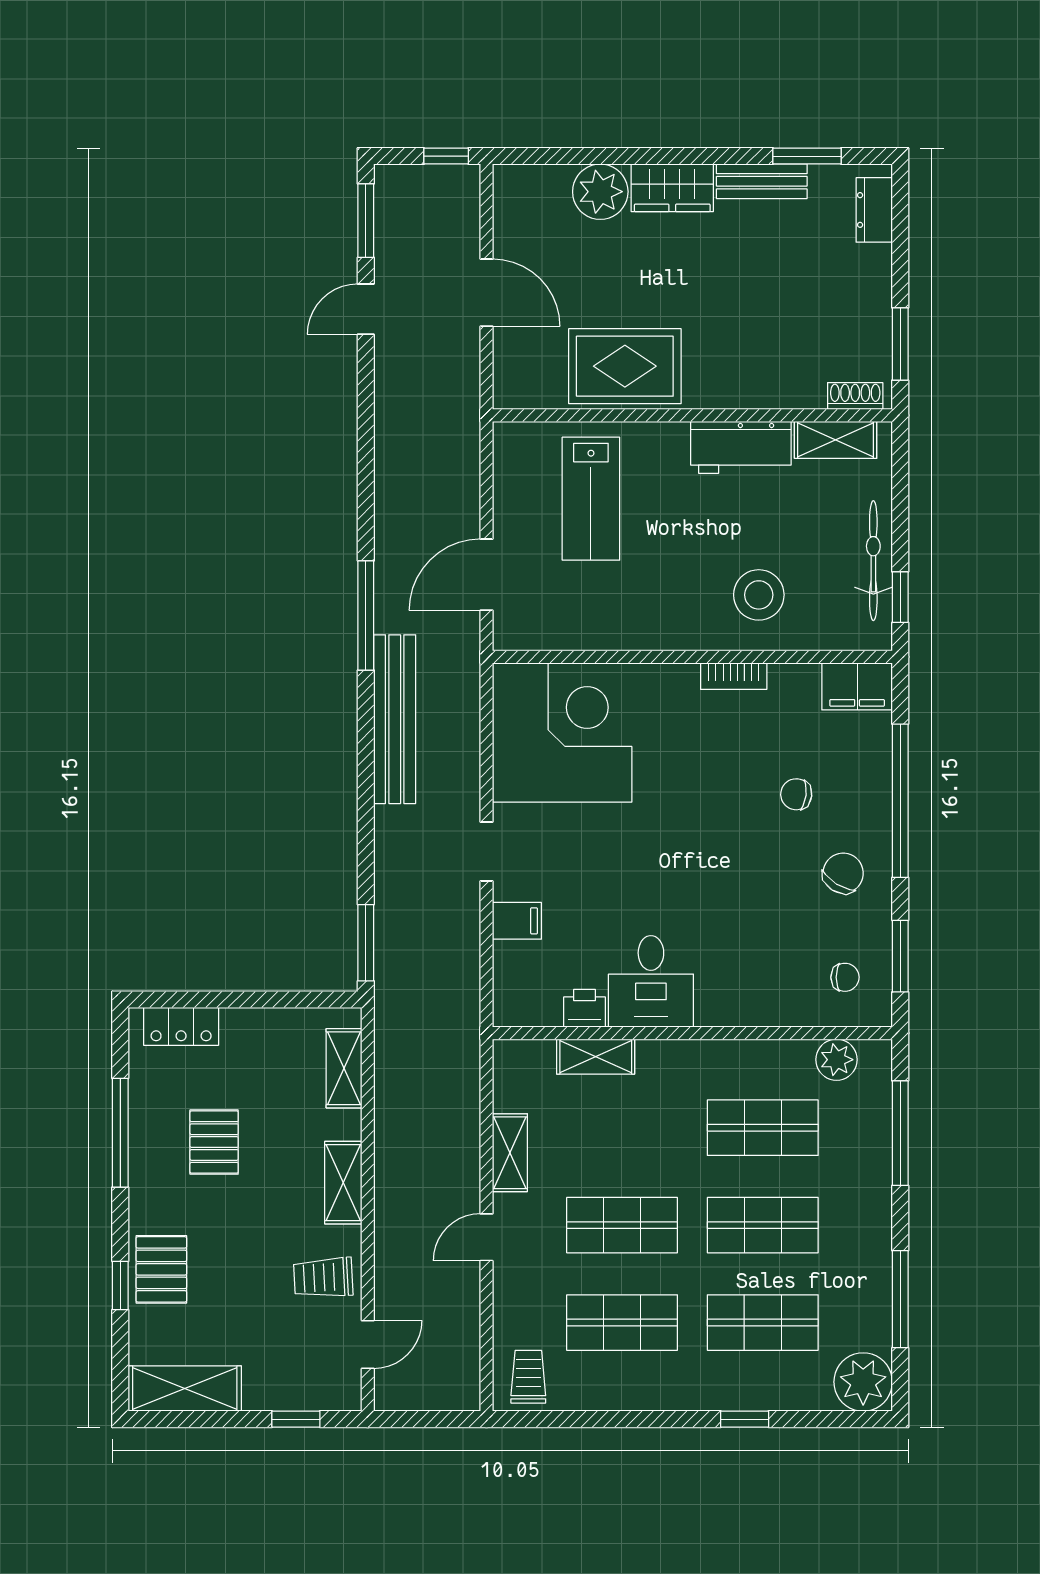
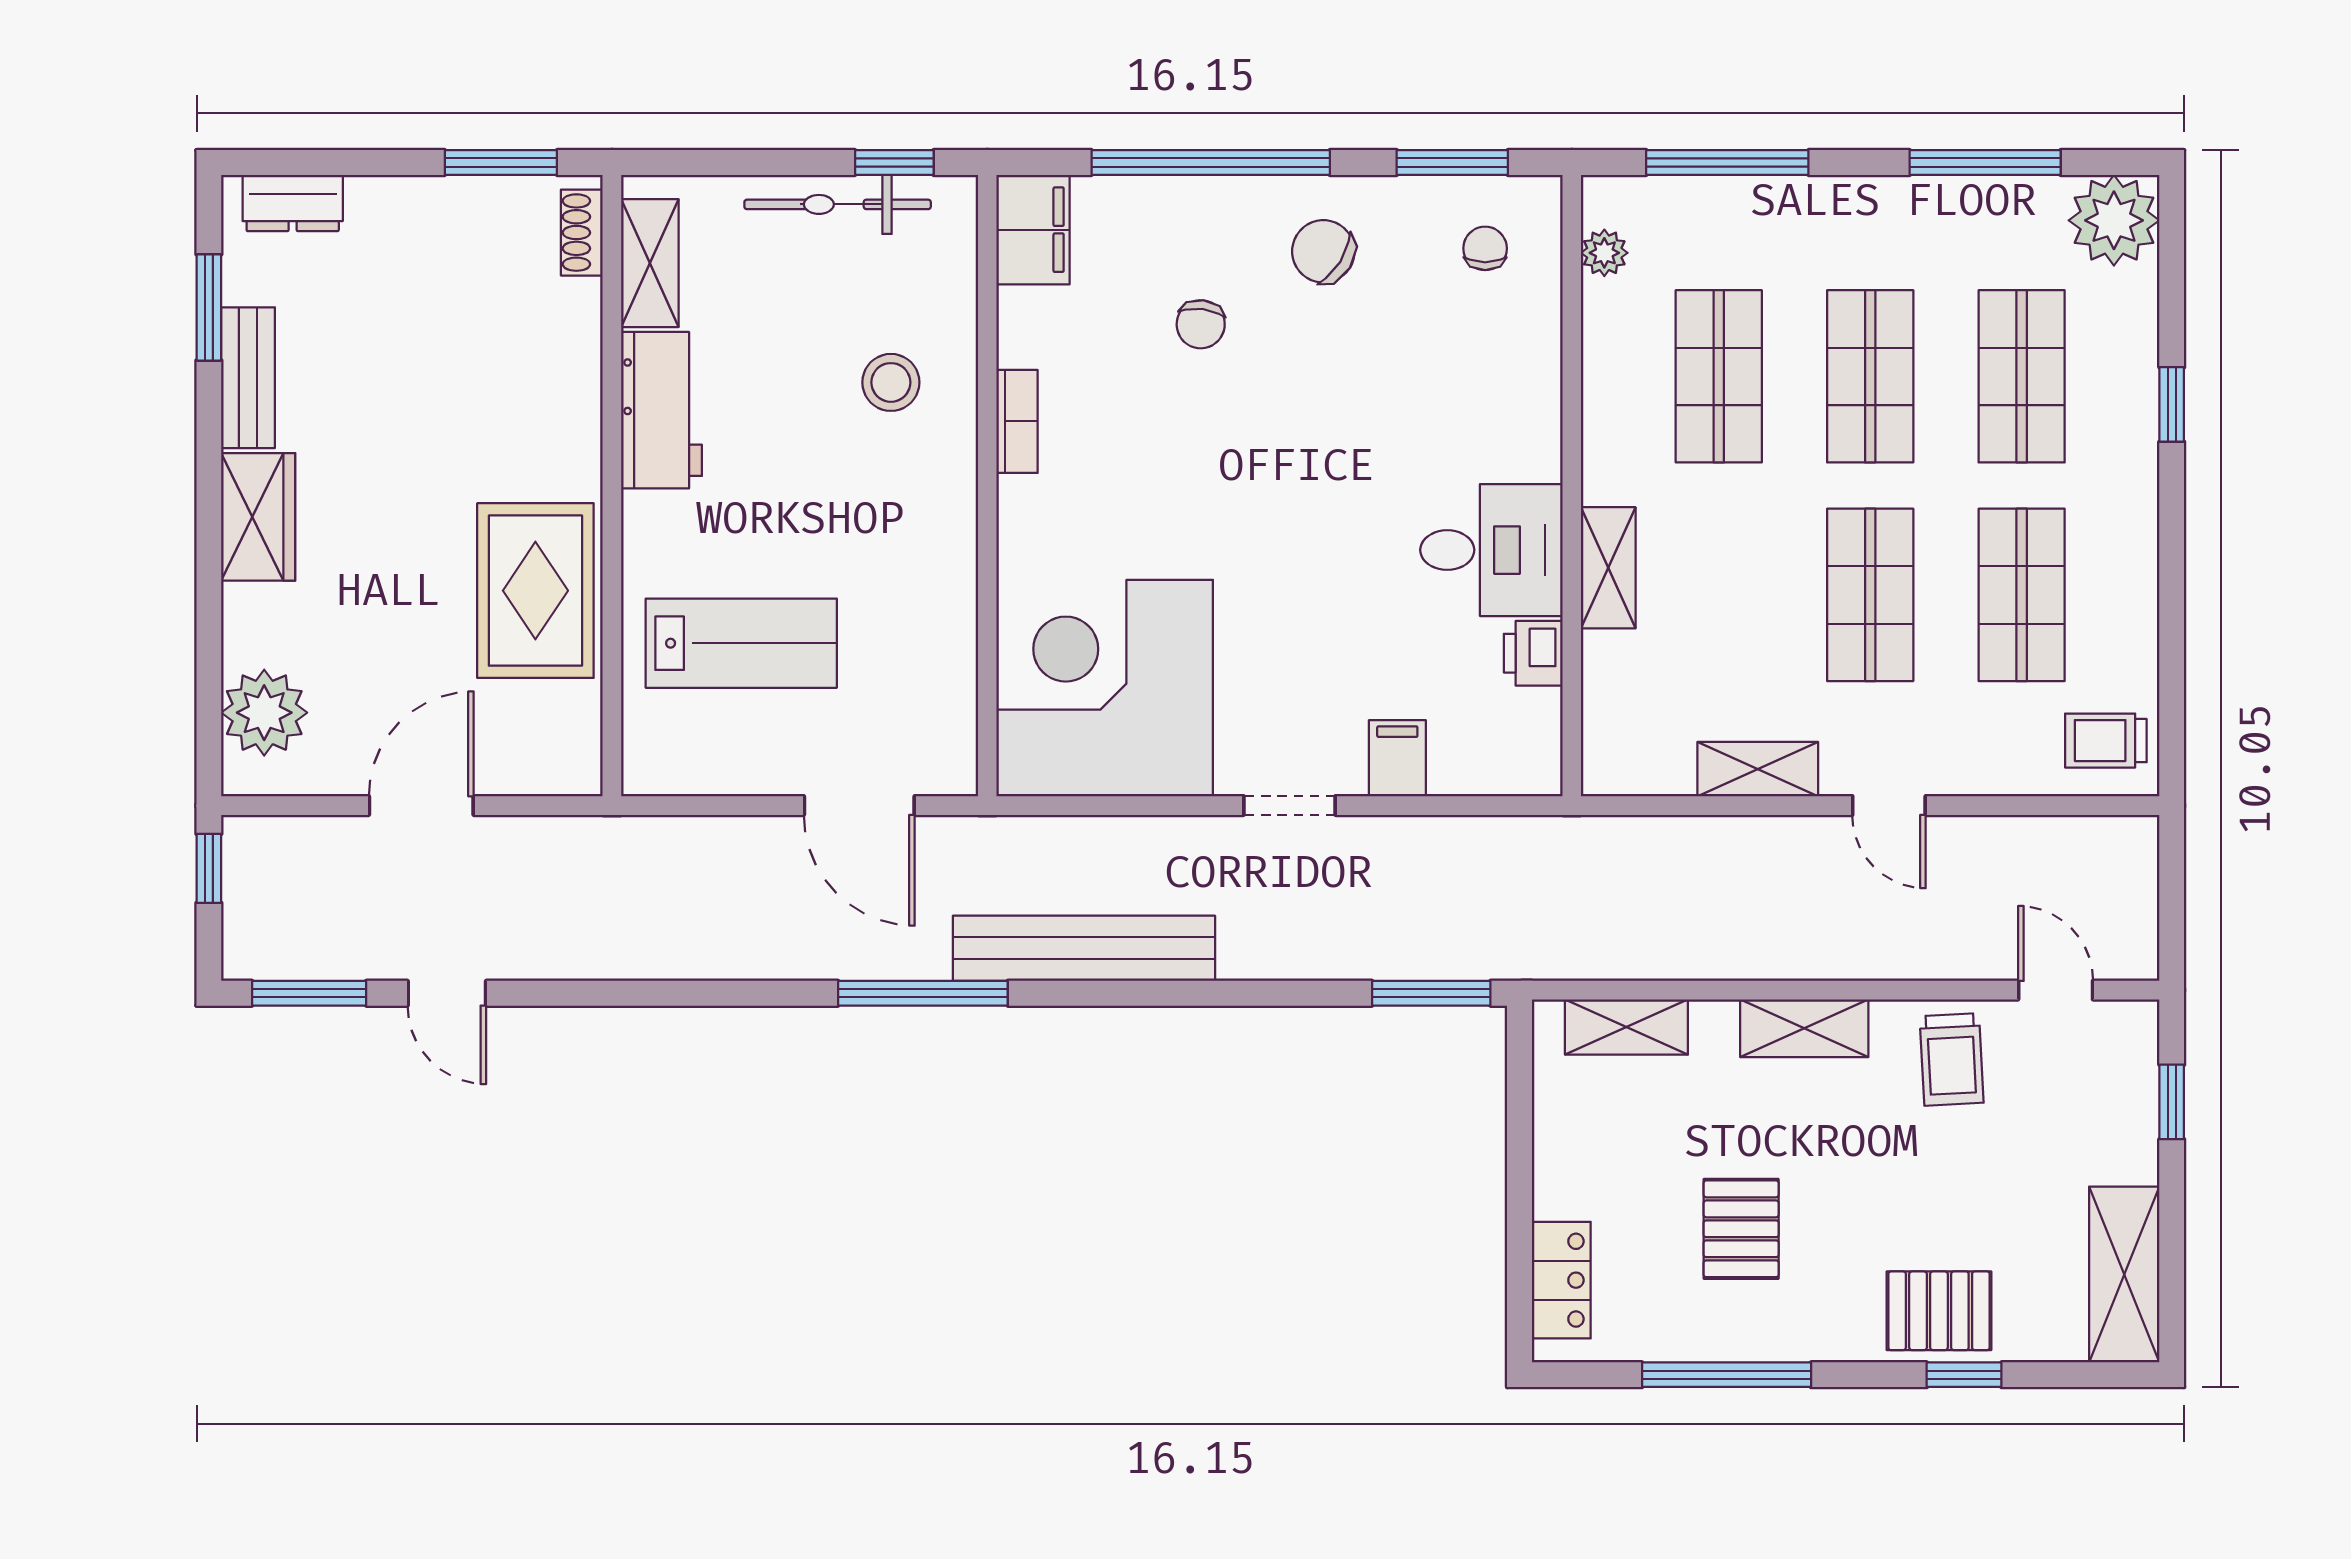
plant: (600, 192) -> (264, 713), moved
stool: (759, 595) -> (891, 382), width x0.73, depth x0.73
shelving: (596, 1057) -> (1608, 568), moved
plant: (837, 1060) -> (1604, 253), width x0.73, depth x0.73
pallet: (214, 1142) -> (1741, 1229), turned 90

